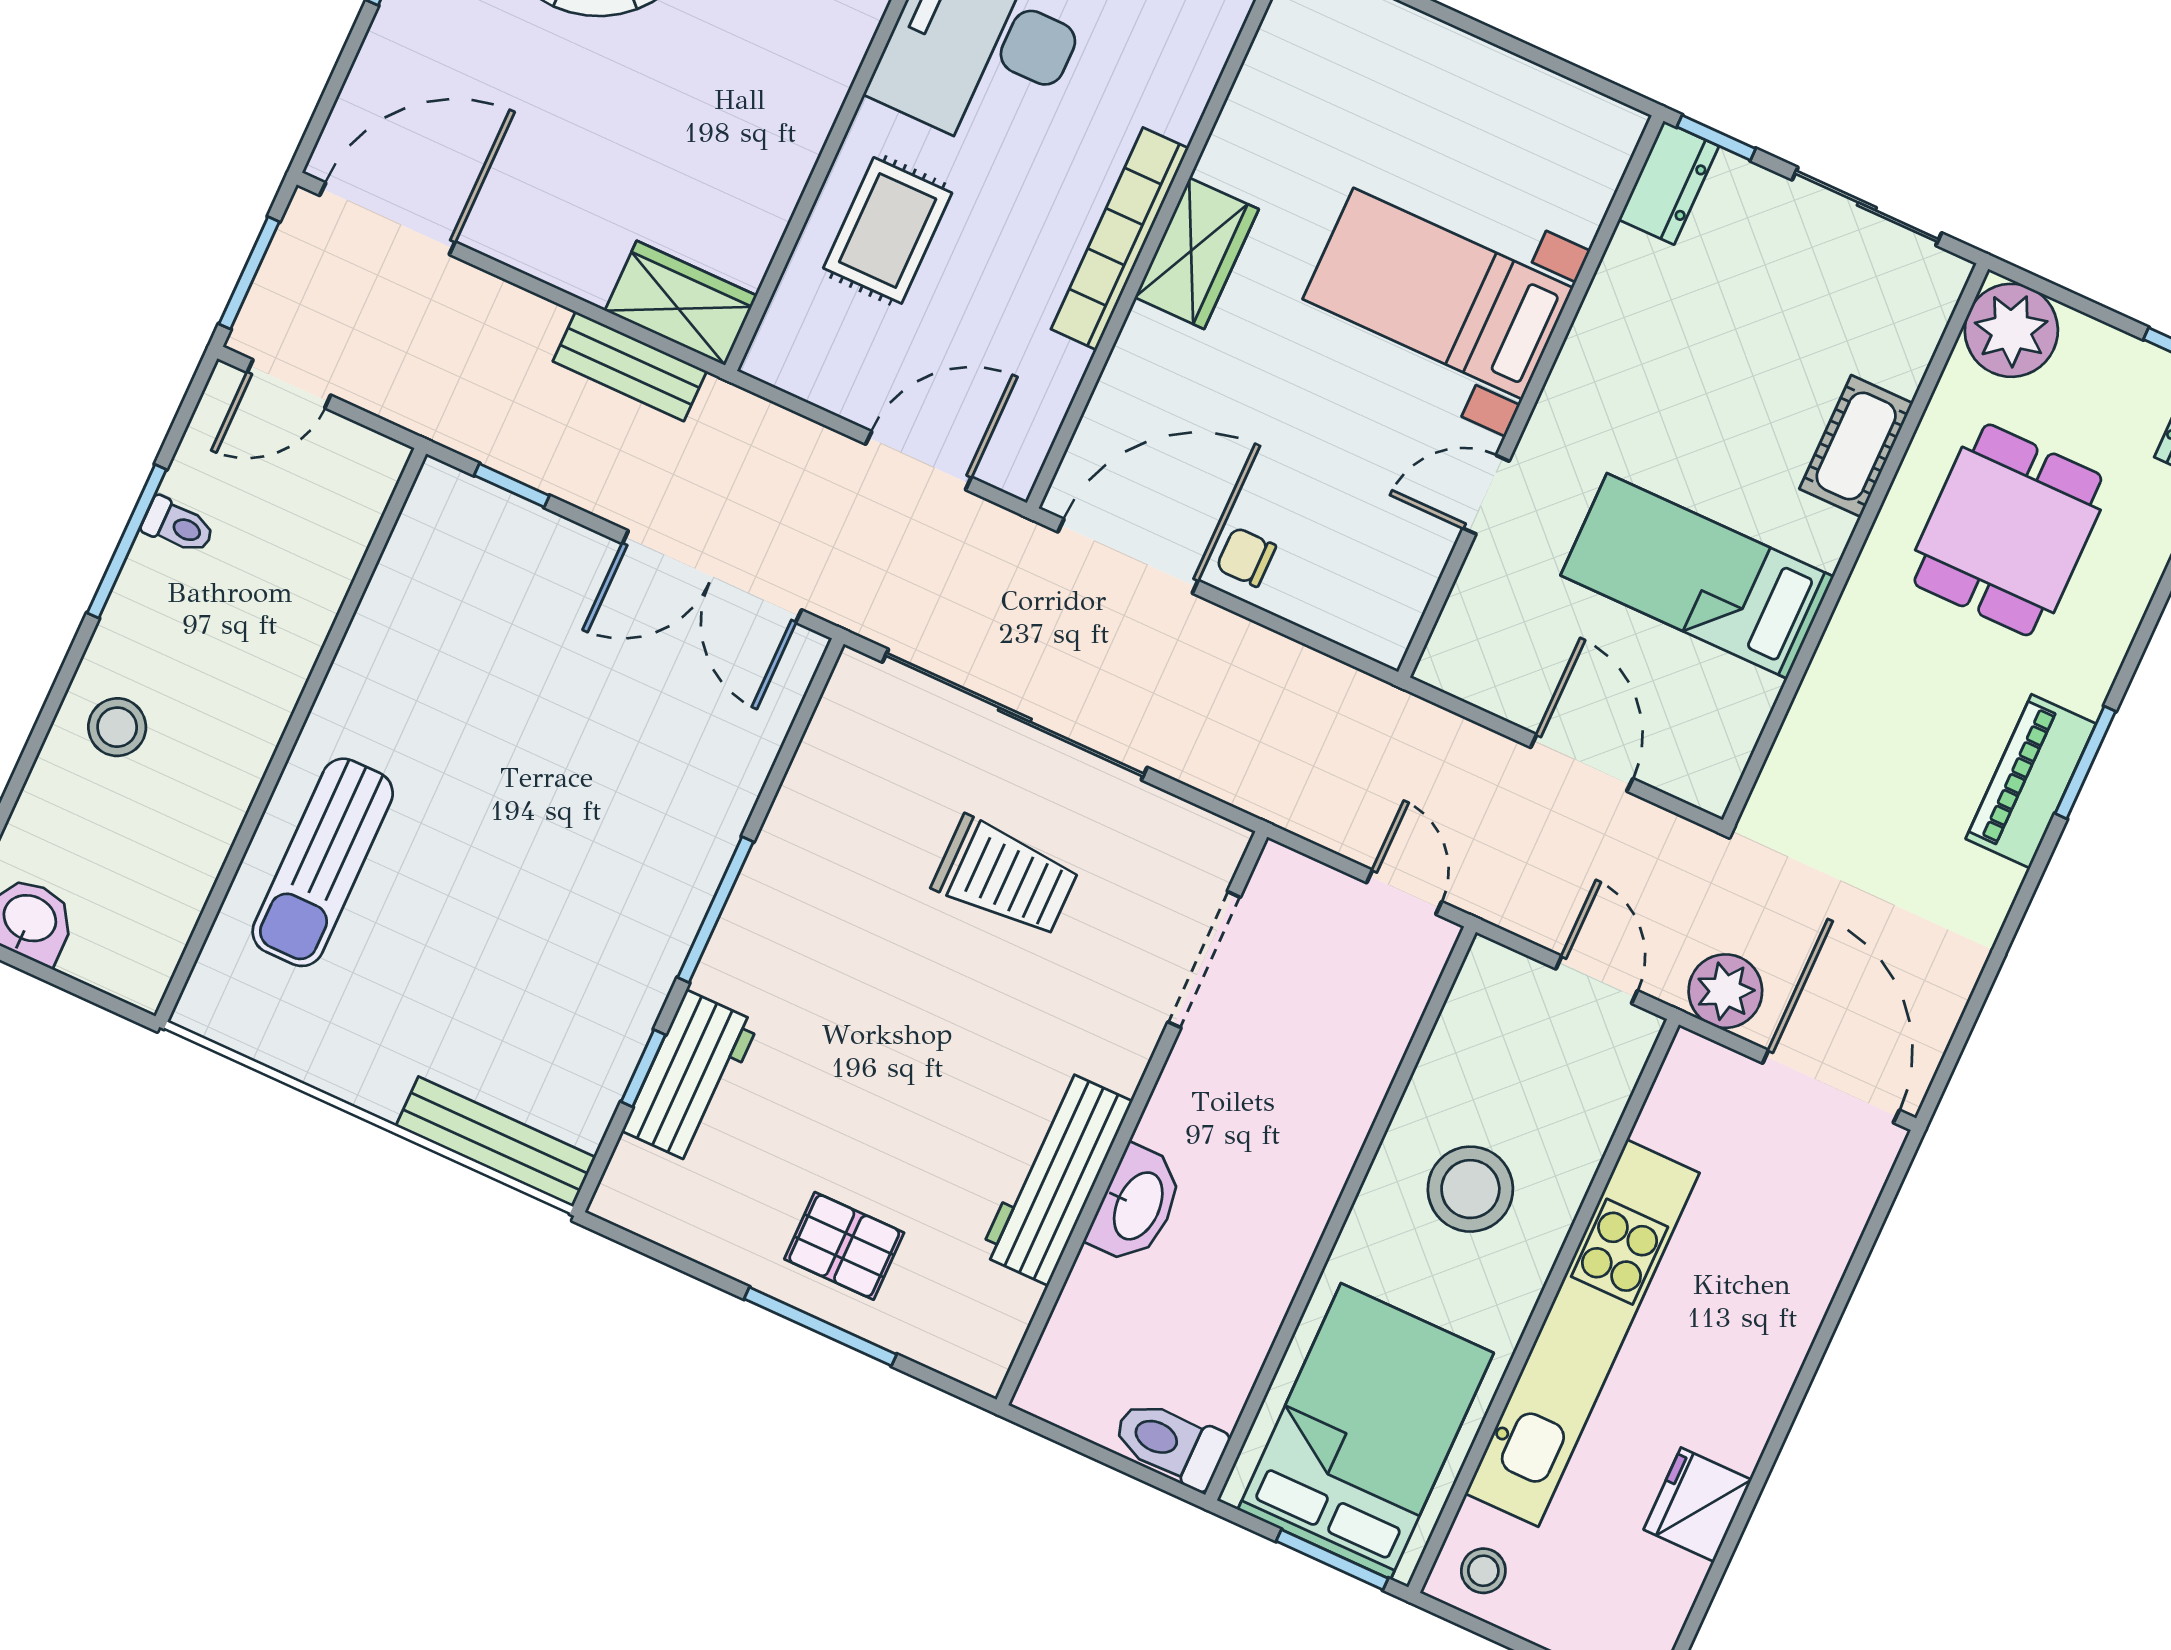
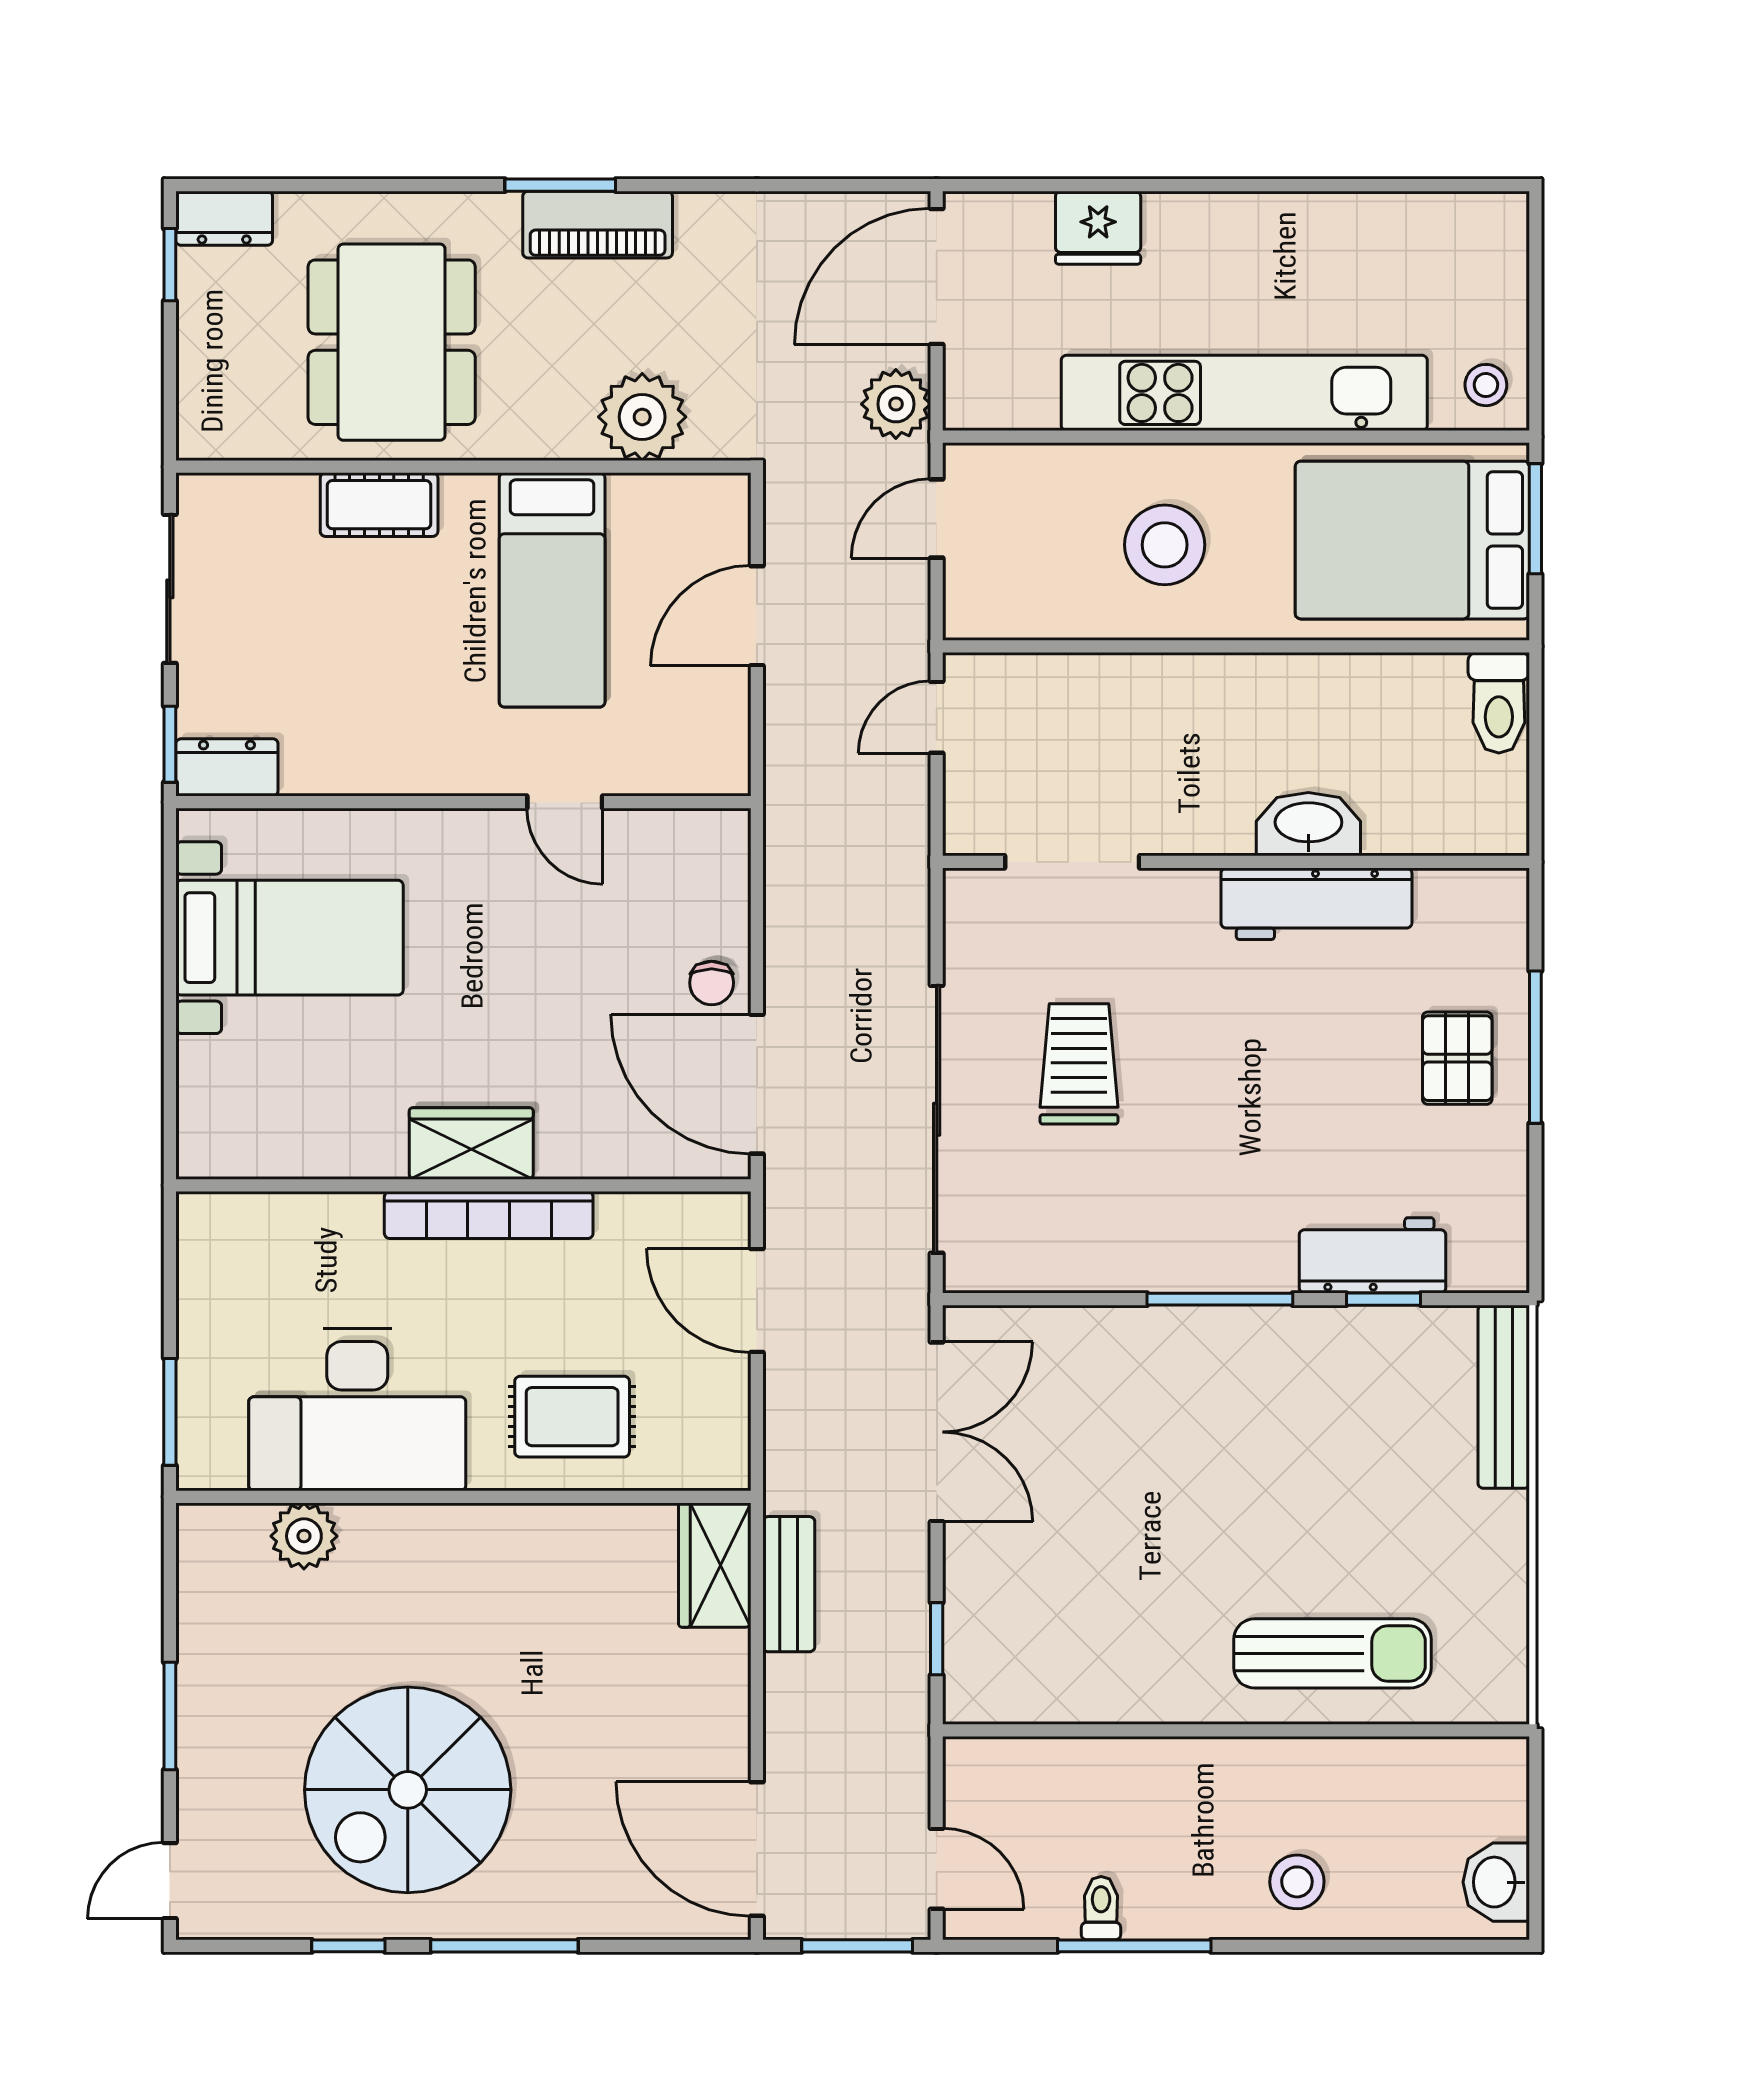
bed with nightstands: (1438, 294) -> (289, 938), moved, turned -90
plant: (2011, 330) -> (642, 417), moved
dining table: (2008, 530) -> (392, 342), width x1.37
fridge: (1698, 1505) -> (1098, 228), moved

